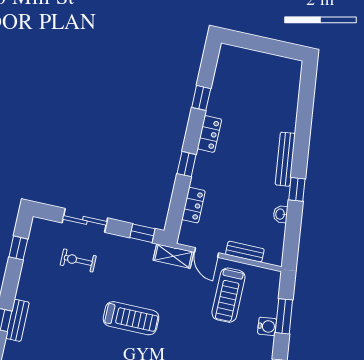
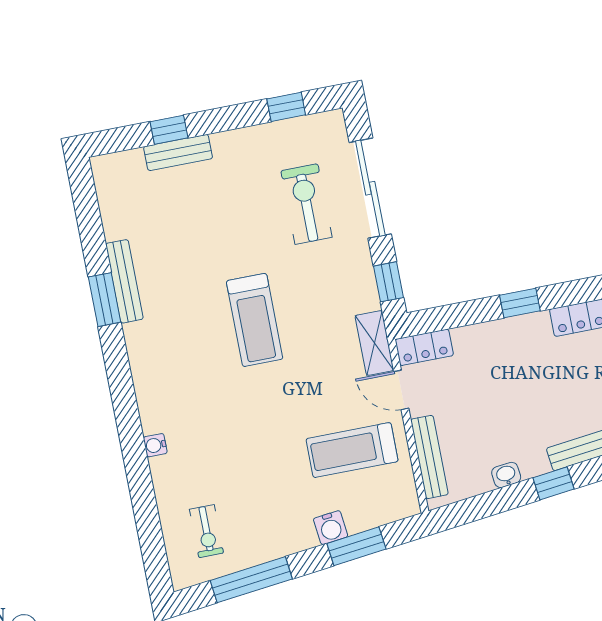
locker: (193, 205) -> (424, 347), moved
sliding door: (85, 220) -> (370, 188), width x1.37
bench: (245, 252) -> (429, 457), width x1.36
door: (207, 253) -> (401, 390), hinge flipped
exercise bike: (78, 260) -> (306, 204), width x1.38, depth x1.39

